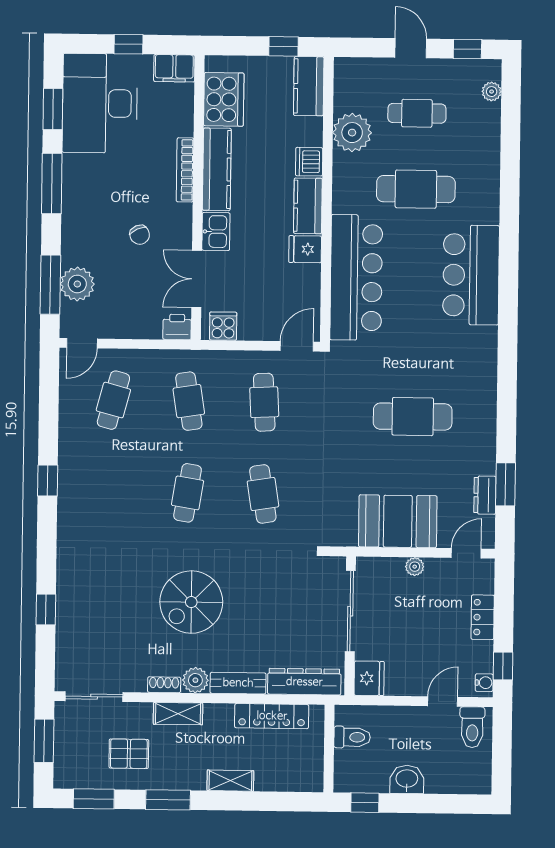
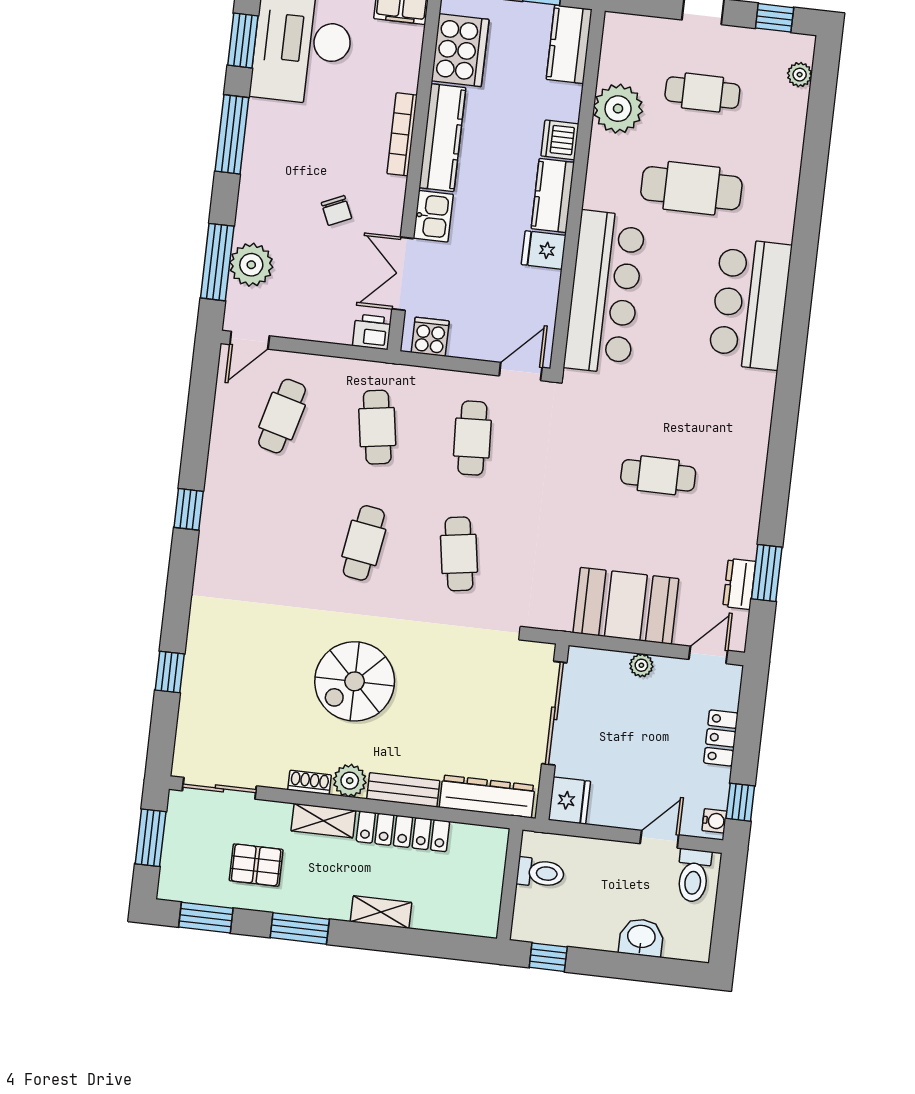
cafe table: (413, 417) -> (658, 475), width x0.73, depth x0.74
locker: (272, 716) -> (403, 831), moved
washbasin: (407, 779) -> (641, 937), moved

